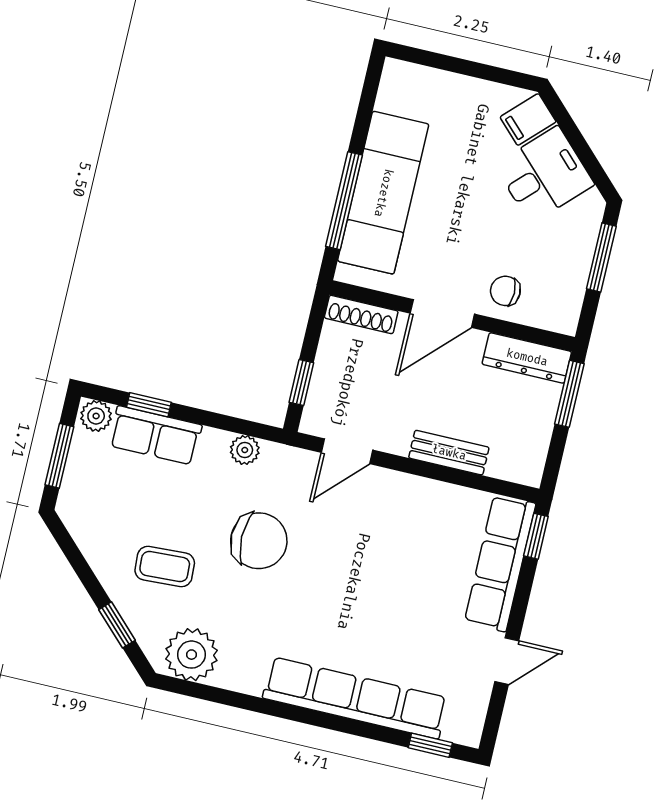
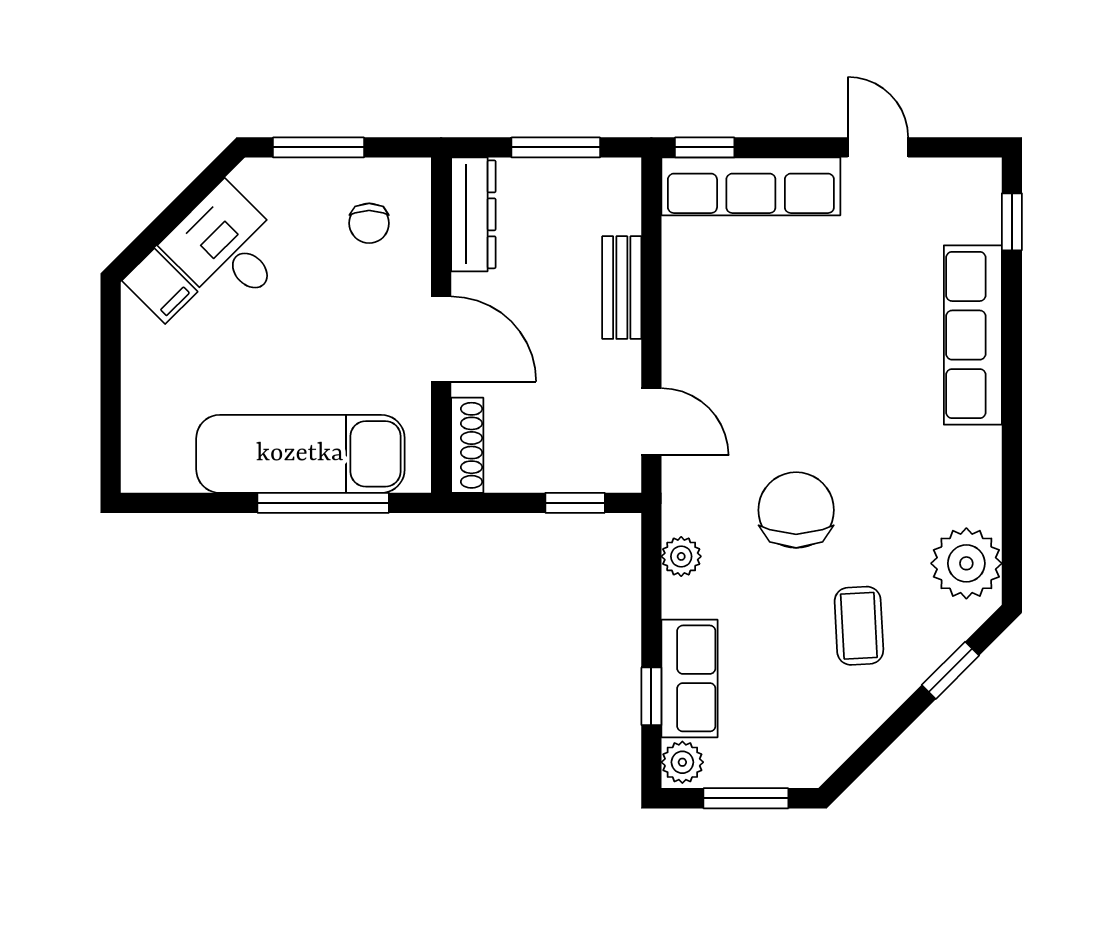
chair: (505, 291) -> (369, 223), moved
window: (569, 394) -> (556, 147), moved
row of seats: (355, 698) -> (973, 335), width x0.73

